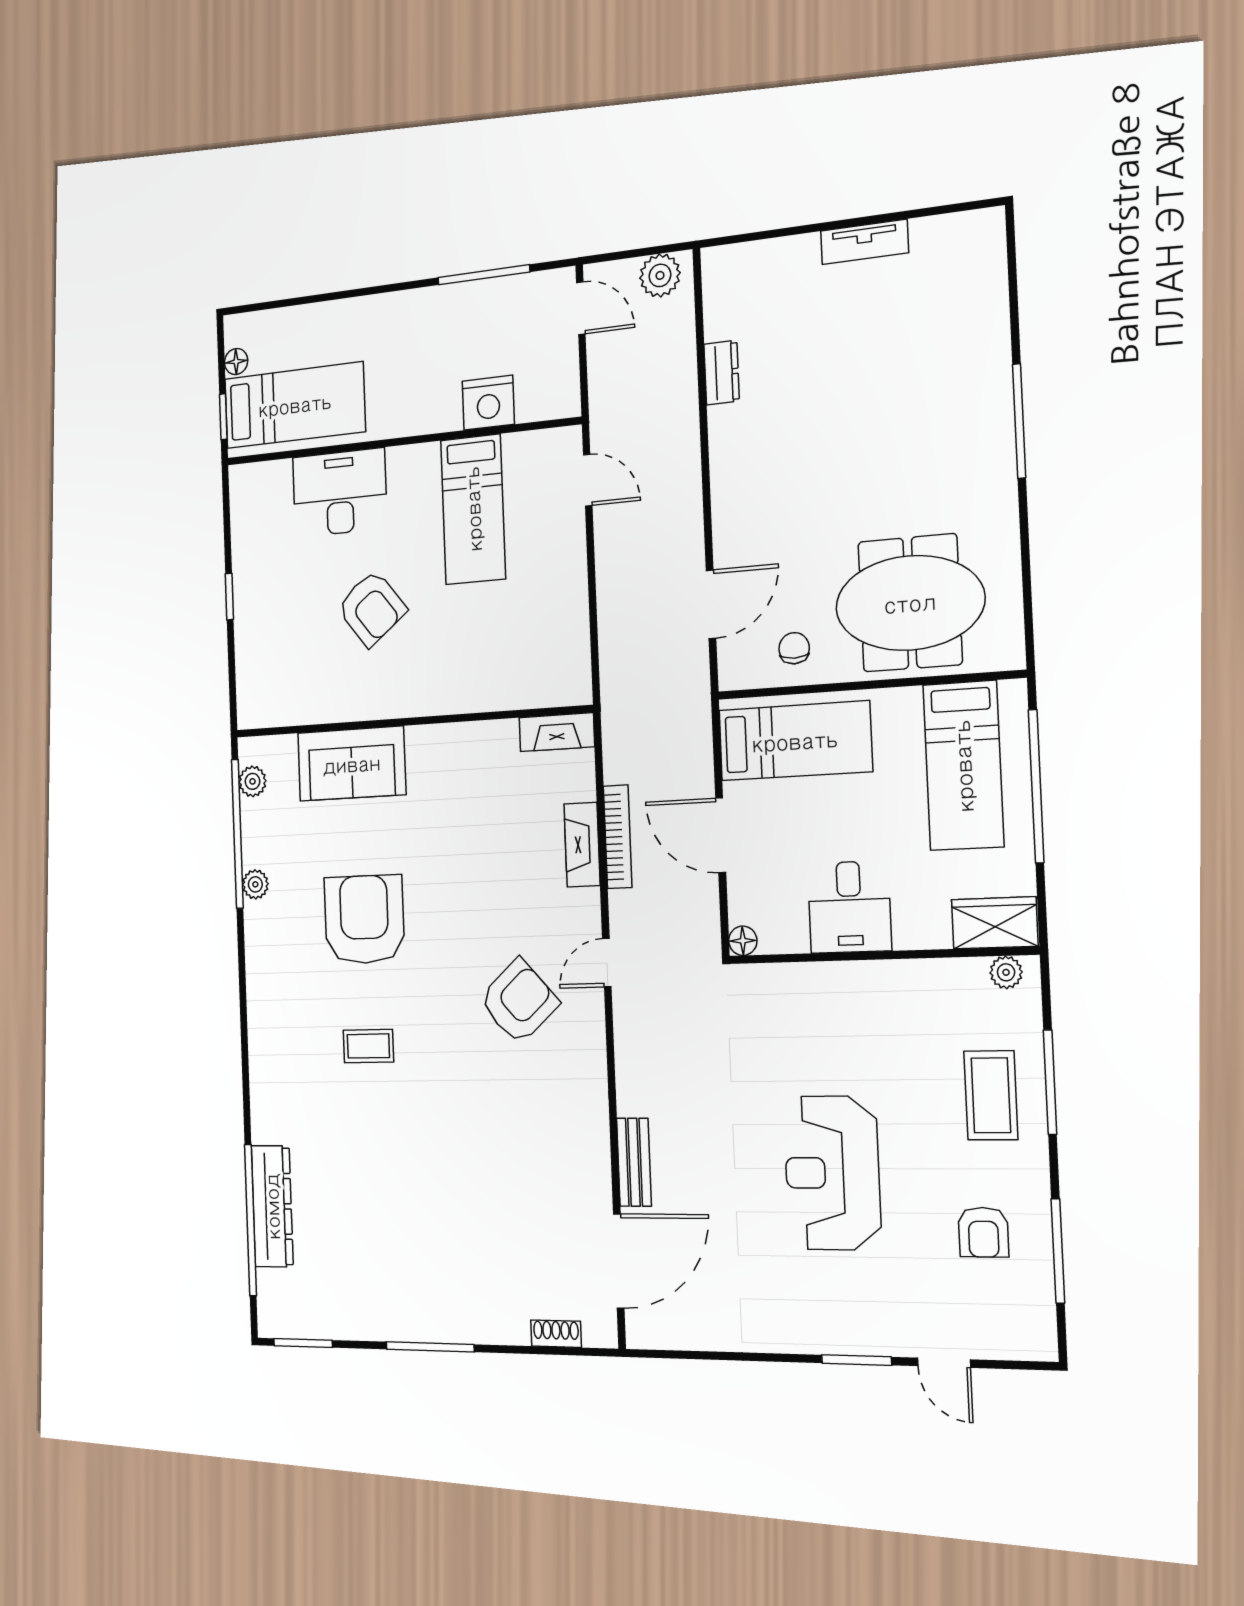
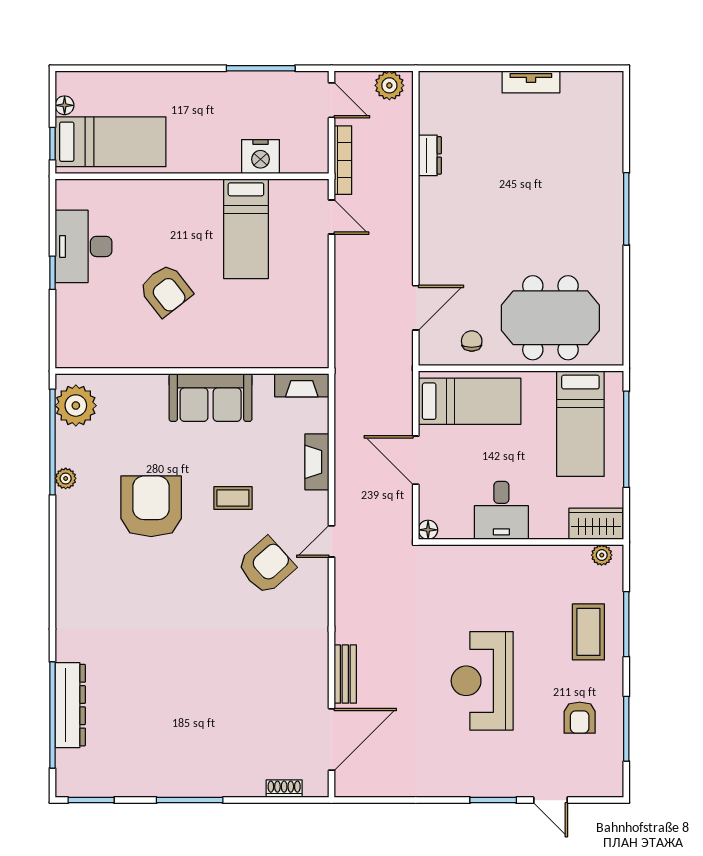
desk: (340, 493) -> (84, 246), moved, turned -90
sofa: (352, 764) -> (211, 398), moved
plant: (252, 781) -> (76, 406), width x1.87, depth x1.87
bookcase: (618, 837) -> (343, 160), moved
coffee table: (368, 1046) -> (233, 498), moved

